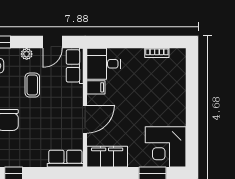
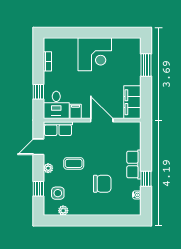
door: (53, 42) -> (38, 147), swing flipped
window: (120, 42) -> (38, 92), added
corner desk: (166, 147) -> (95, 54), moved
row of seats: (65, 159) -> (134, 165), moved

